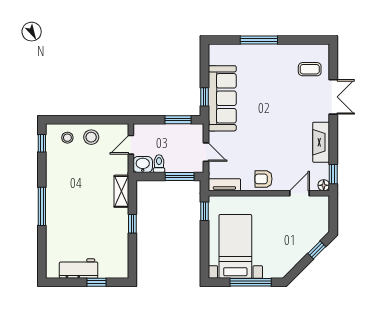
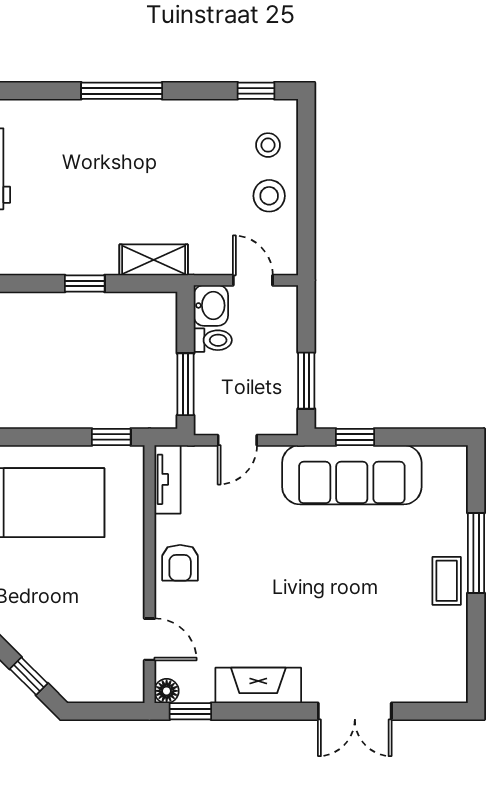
coffee table: (310, 69) -> (447, 581), moved
armchair: (264, 179) -> (180, 563), turned 180

